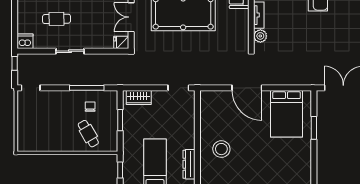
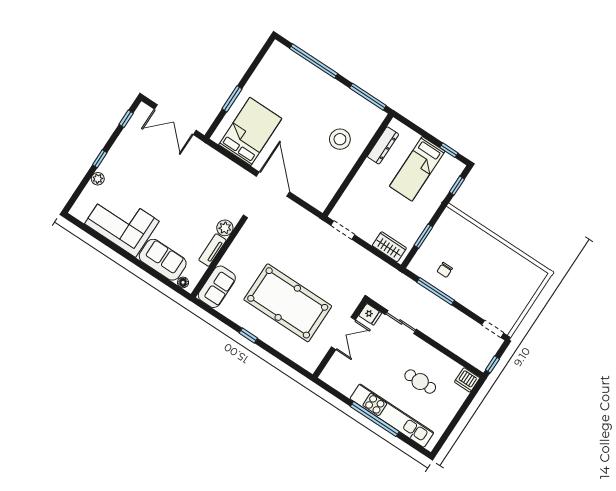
sliding door: (70, 51) -> (401, 322), moved
cafe table: (88, 134) -> (465, 244), removed

